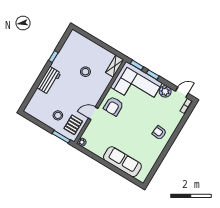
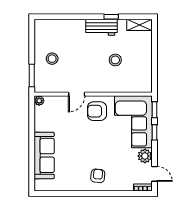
shelving: (115, 66) -> (139, 25), moved
workbench: (49, 80) -> (101, 27), moved
door: (93, 113) -> (77, 94), swing flipped
pallet: (73, 125) -> (52, 81), removed

